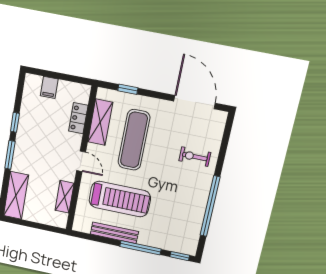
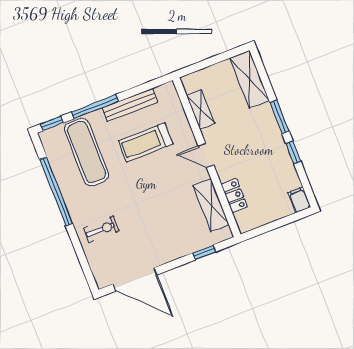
filing cabinet: (49, 87) -> (299, 200), moved
exercise mat: (134, 140) -> (86, 152), moved
treadmill: (120, 199) -> (146, 142), width x0.73, depth x0.73

